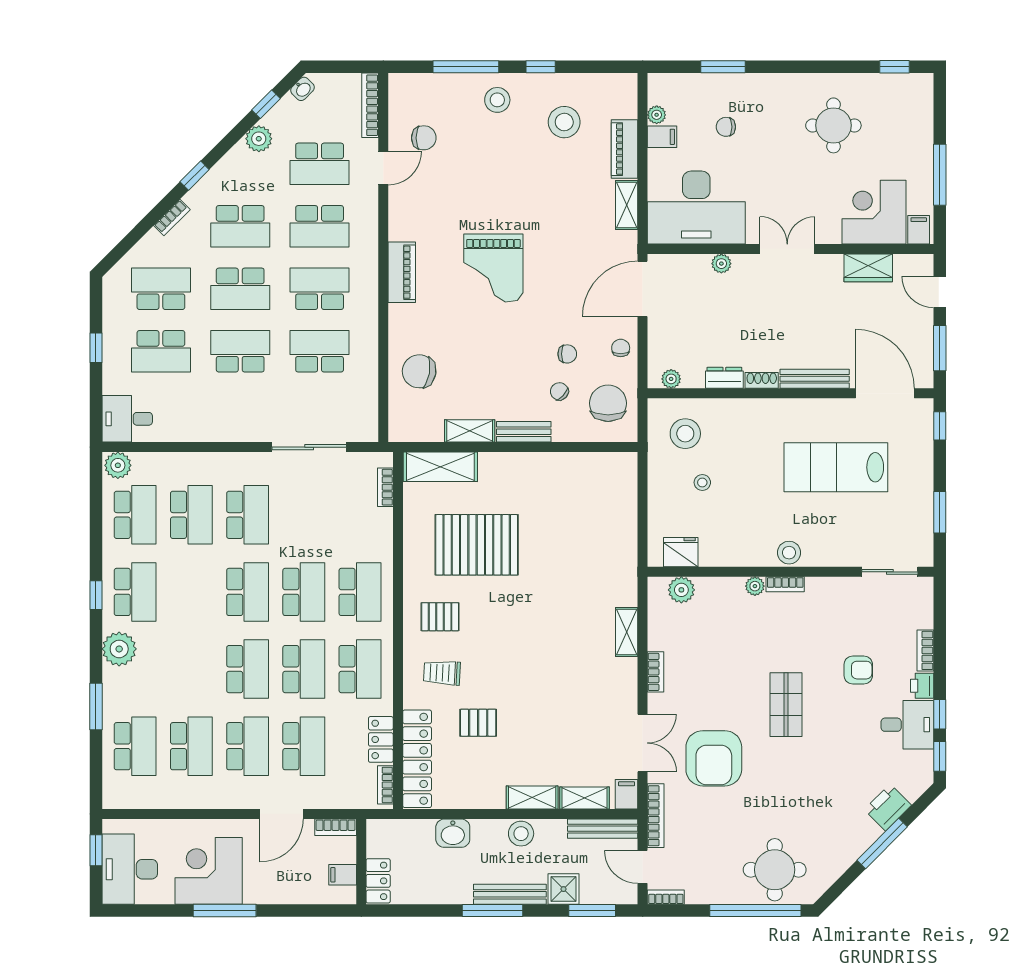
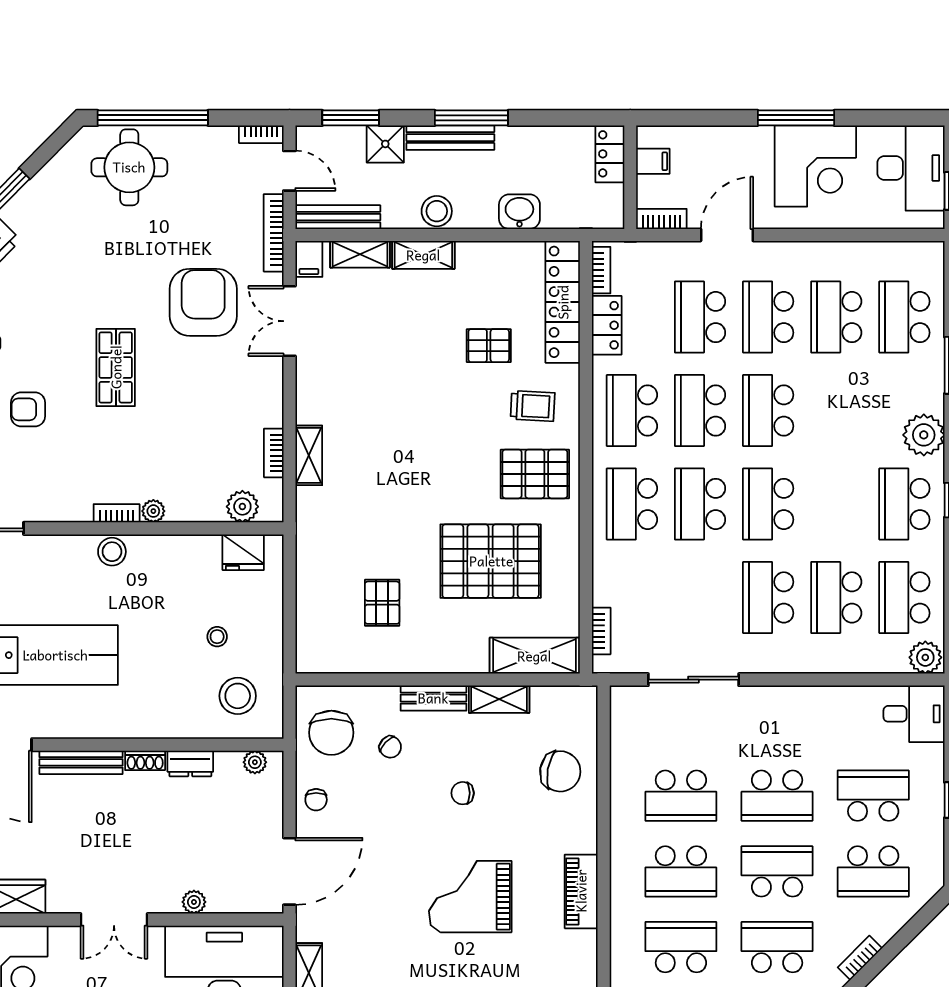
grand piano: (493, 268) -> (470, 897), turned -90
chair: (567, 354) -> (463, 793), moved
pallet: (566, 510) -> (382, 603), added
pallet: (440, 617) -> (535, 474), width x1.50, depth x1.42
bookcase: (656, 672) -> (274, 453), moved

